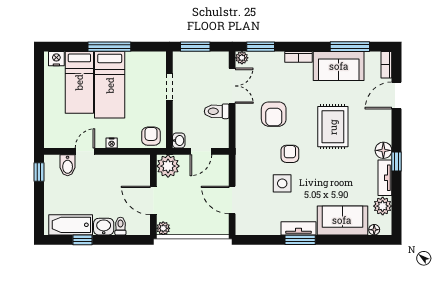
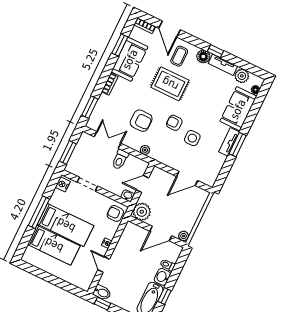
window: (350, 47) -> (120, 45), width x0.69
plant: (242, 58) -> (145, 150), moved
nightstand: (56, 59) -> (63, 184), moved
coffee table: (370, 122) -> (179, 56), added
door: (201, 151) -> (143, 184), swing flipped
bidet: (68, 165) -> (102, 293), moved

